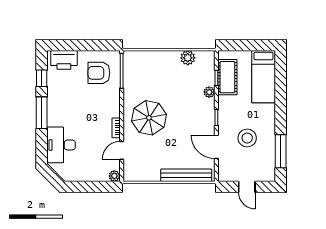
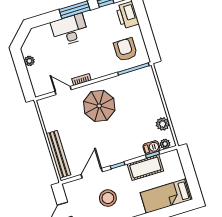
barbecue: (209, 77) -> (151, 148), added
cot: (227, 77) -> (145, 167), moved
plant: (209, 92) -> (165, 144), moved
desk: (61, 145) -> (70, 30), moved
plant: (114, 176) -> (29, 61), moved

